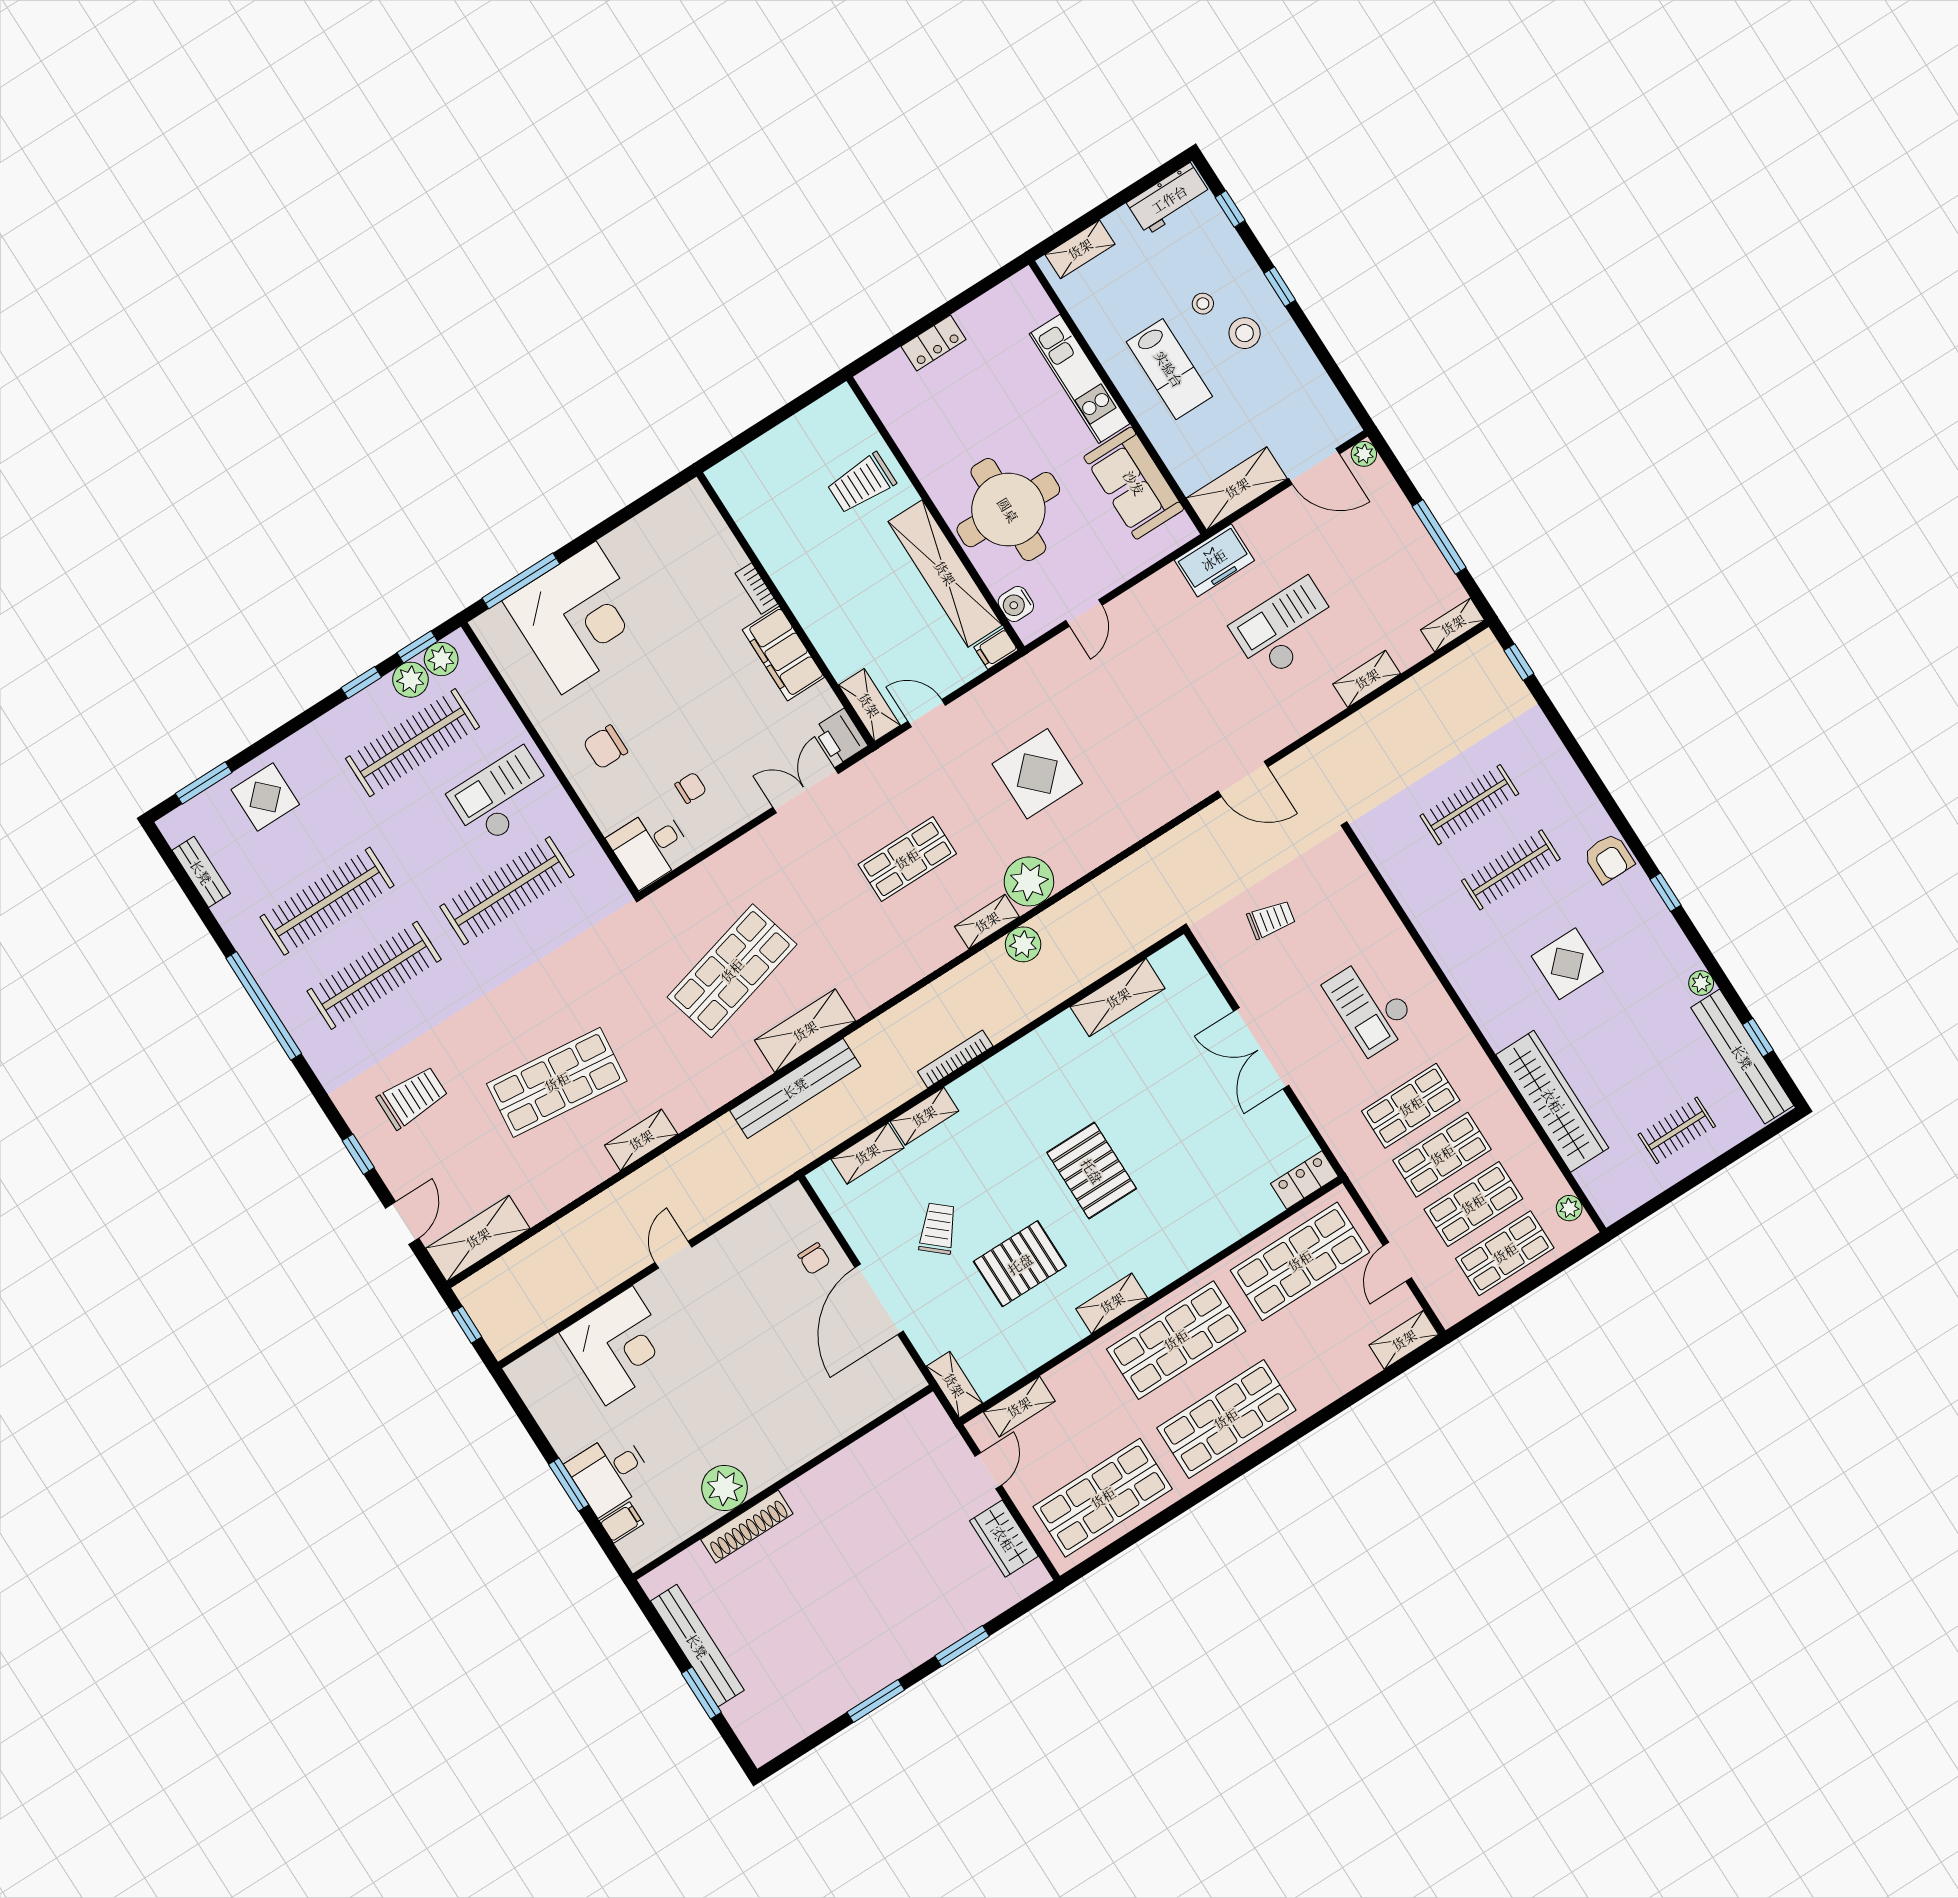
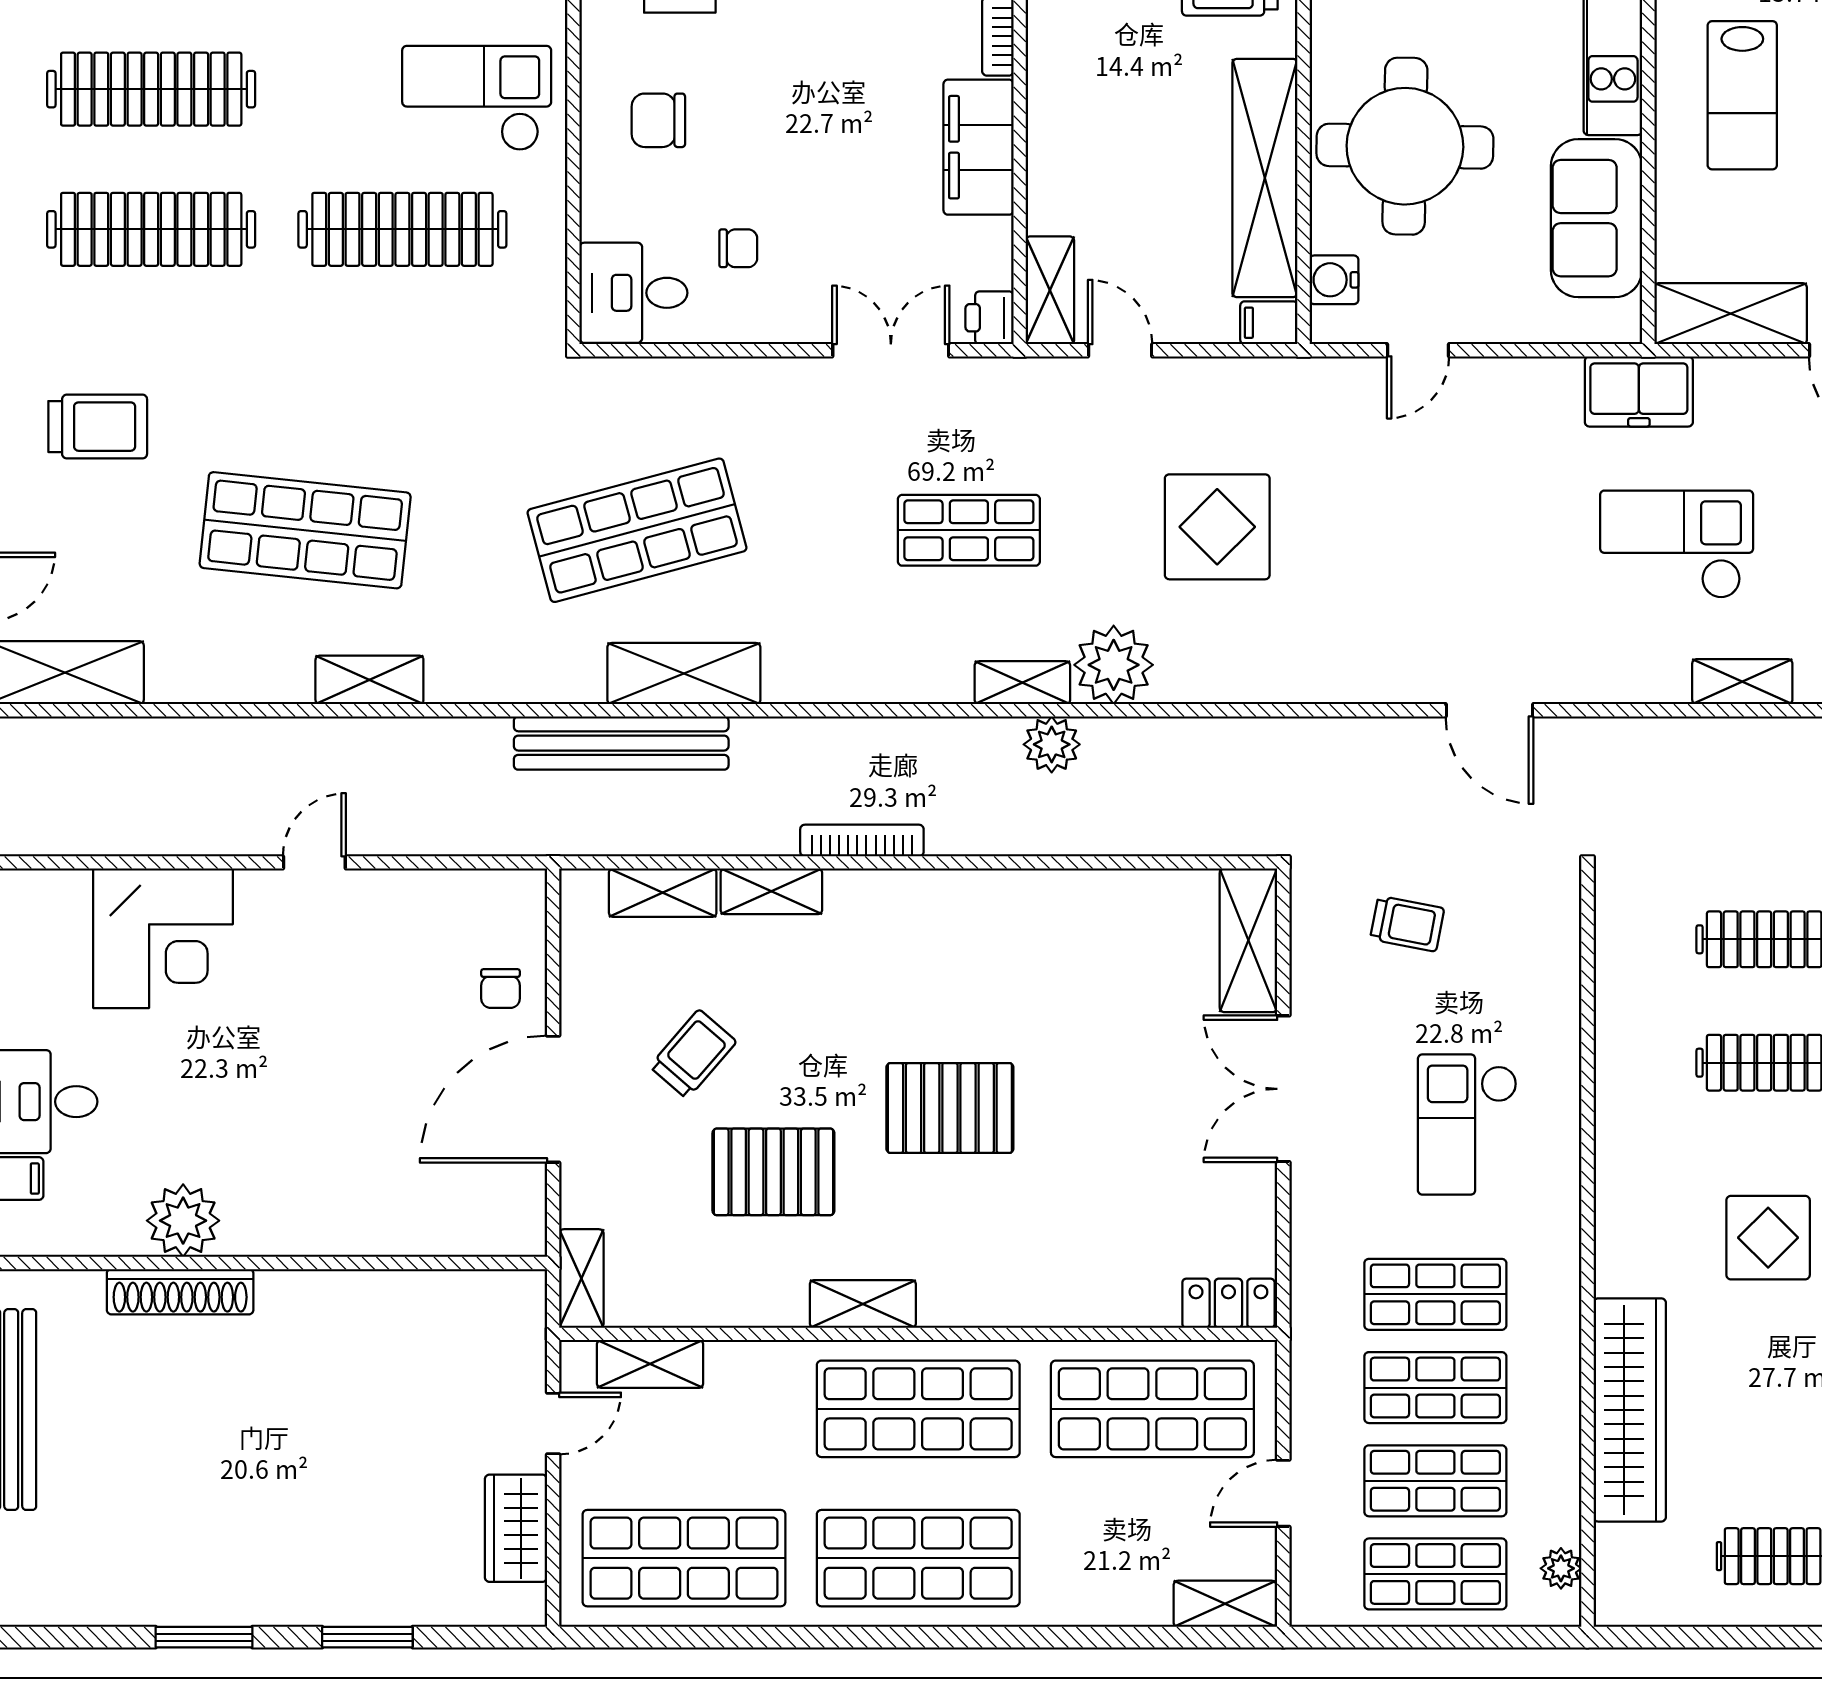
printer: (840, 737) -> (989, 318), width x0.73, depth x0.81
shelving: (1118, 998) -> (1248, 940), moved, turned 90
pallet: (1092, 1171) -> (950, 1108), turned 90

